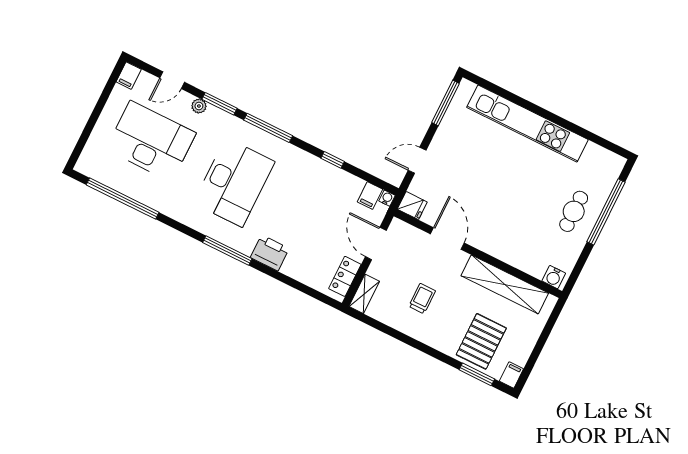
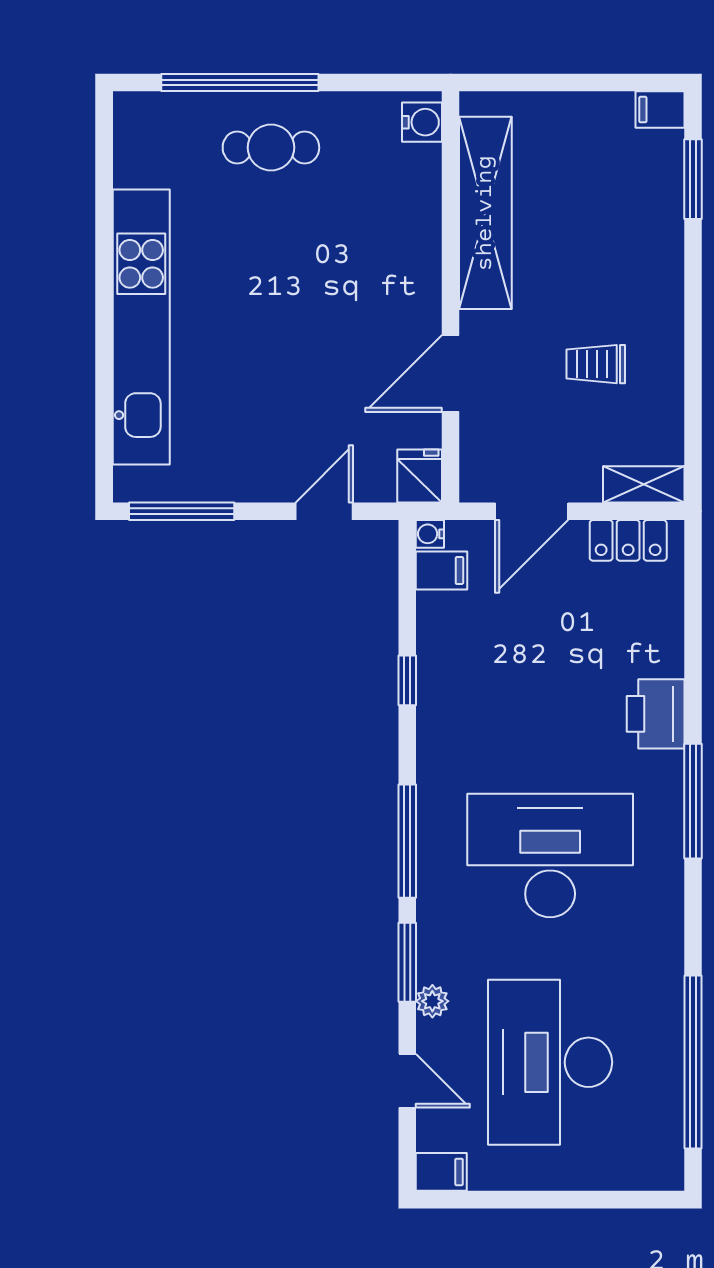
door: (417, 160) -> (324, 511), swing flipped
pallet: (481, 341) -> (622, 203), removed

